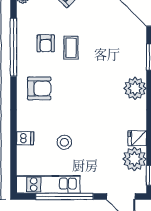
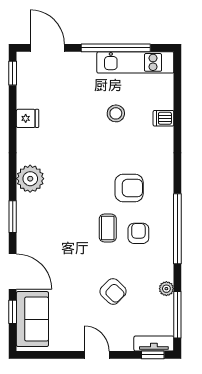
armchair: (39, 88) -> (129, 188), moved, turned 180
plant: (134, 159) -> (31, 93), removed

